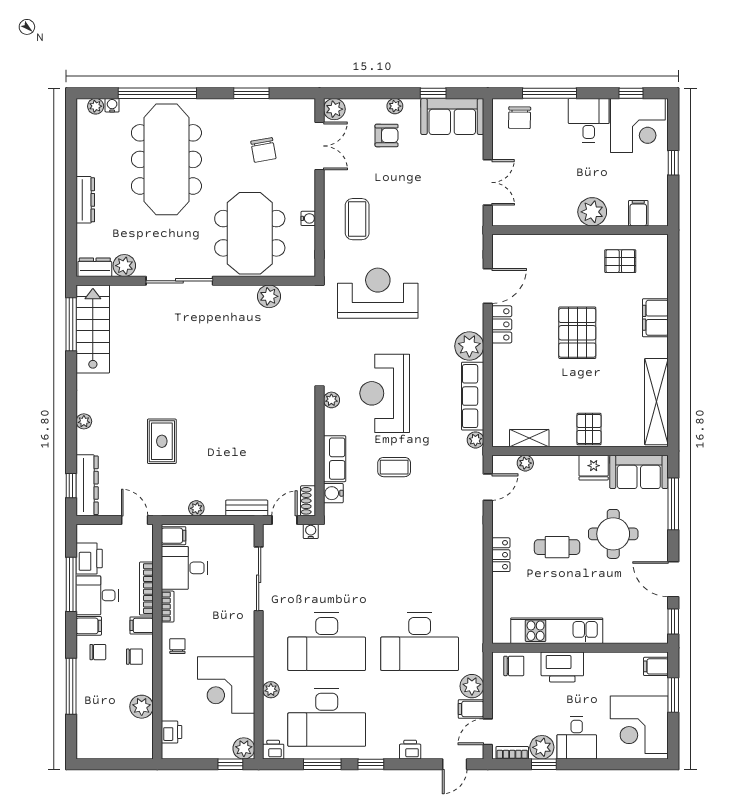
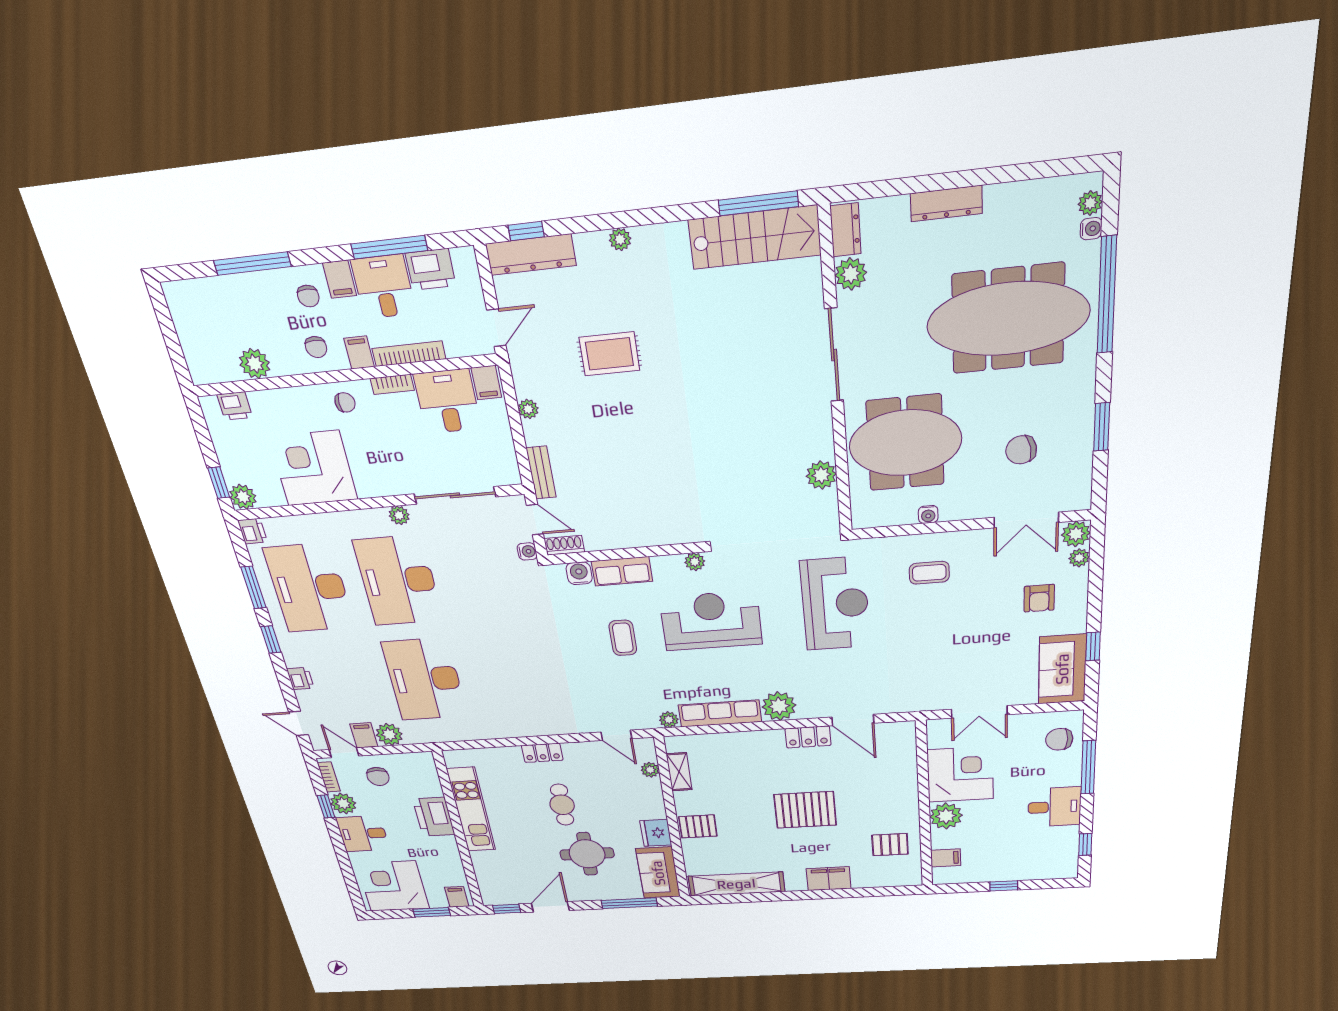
plant: (395, 106) -> (1079, 558), moved
corner desk: (638, 126) -> (960, 774), moved, turned 180
coffee table: (357, 219) -> (929, 573), width x0.73, depth x0.77
pallet: (620, 261) -> (890, 845), turned 90
chair: (514, 666) -> (378, 776), moved
plant: (271, 690) -> (399, 515), moved

